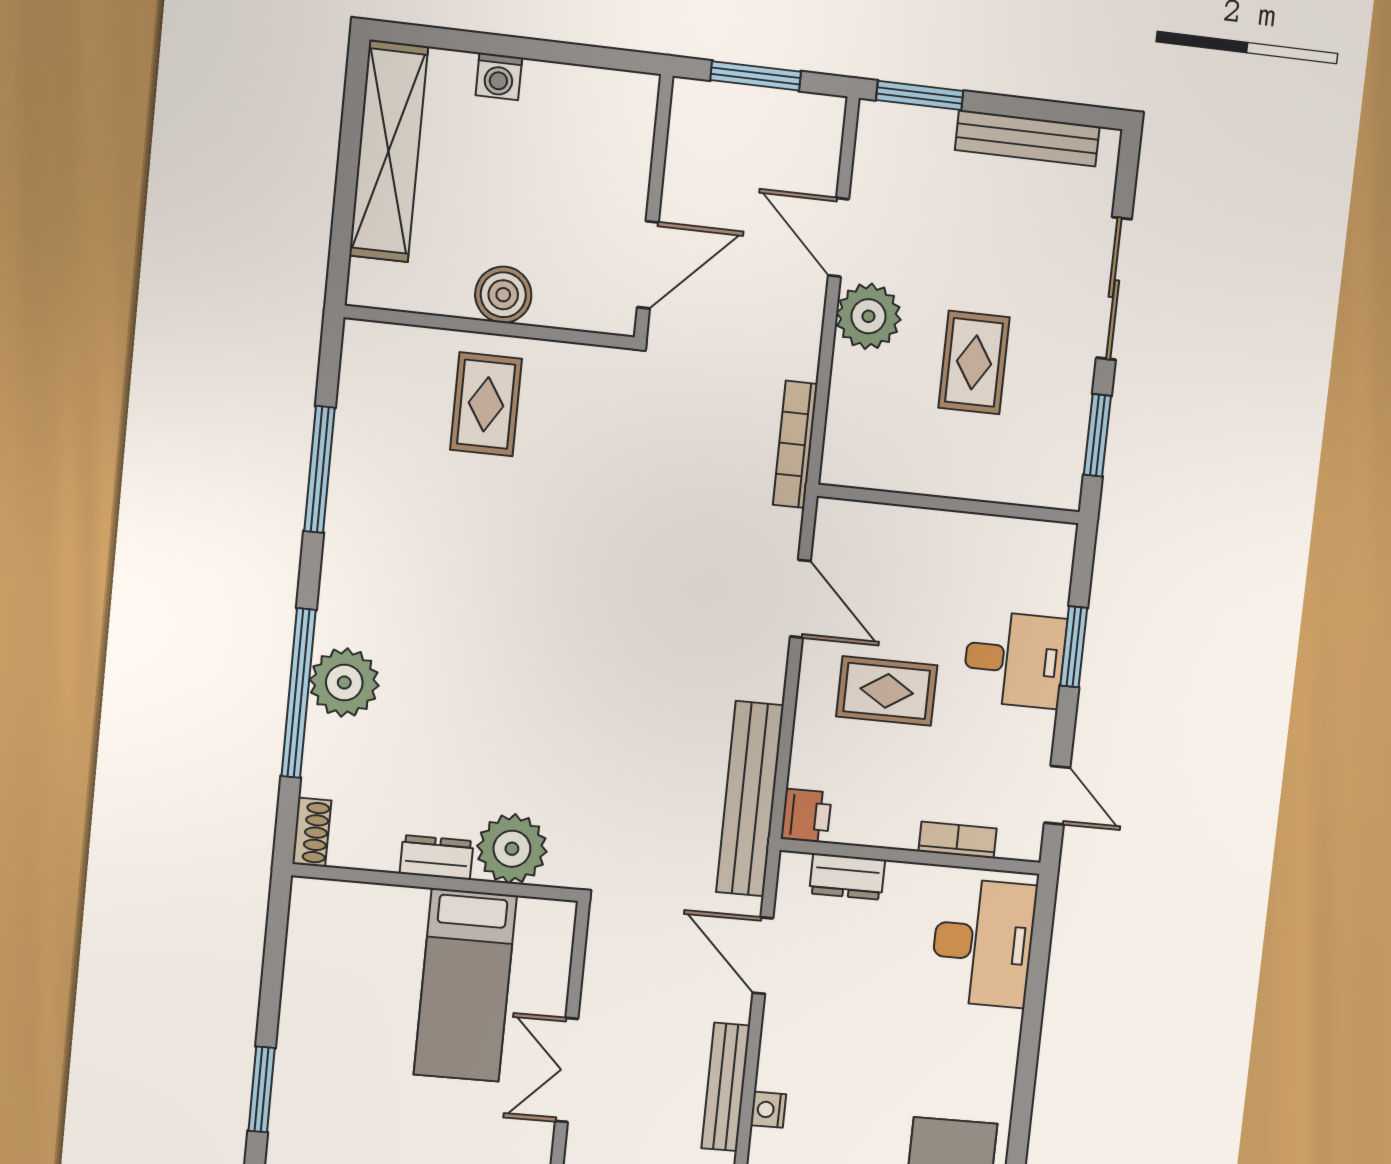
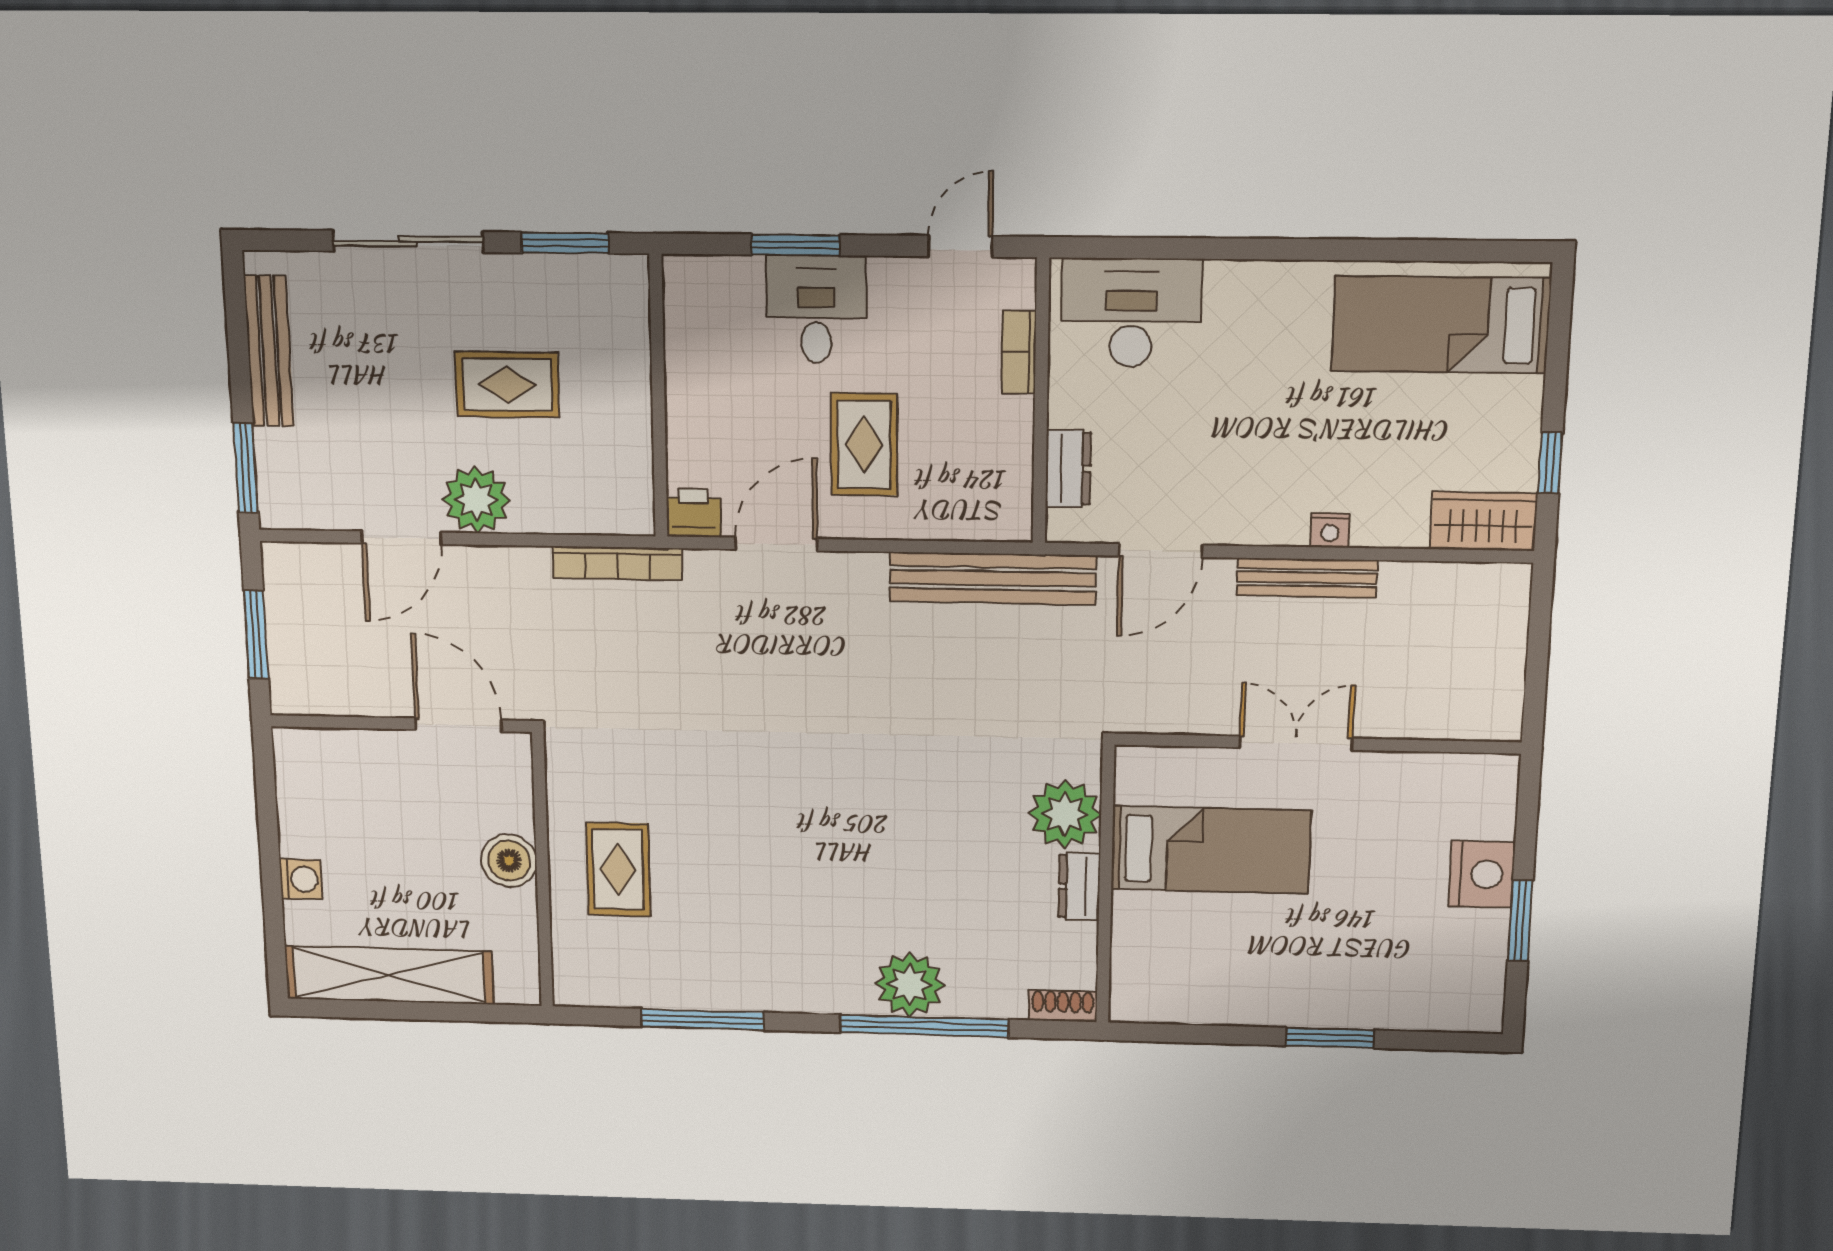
rug: (486, 404) -> (618, 870), turned 90
printer: (806, 816) -> (694, 513), moved
double door: (567, 1070) -> (1296, 743), swing flipped

